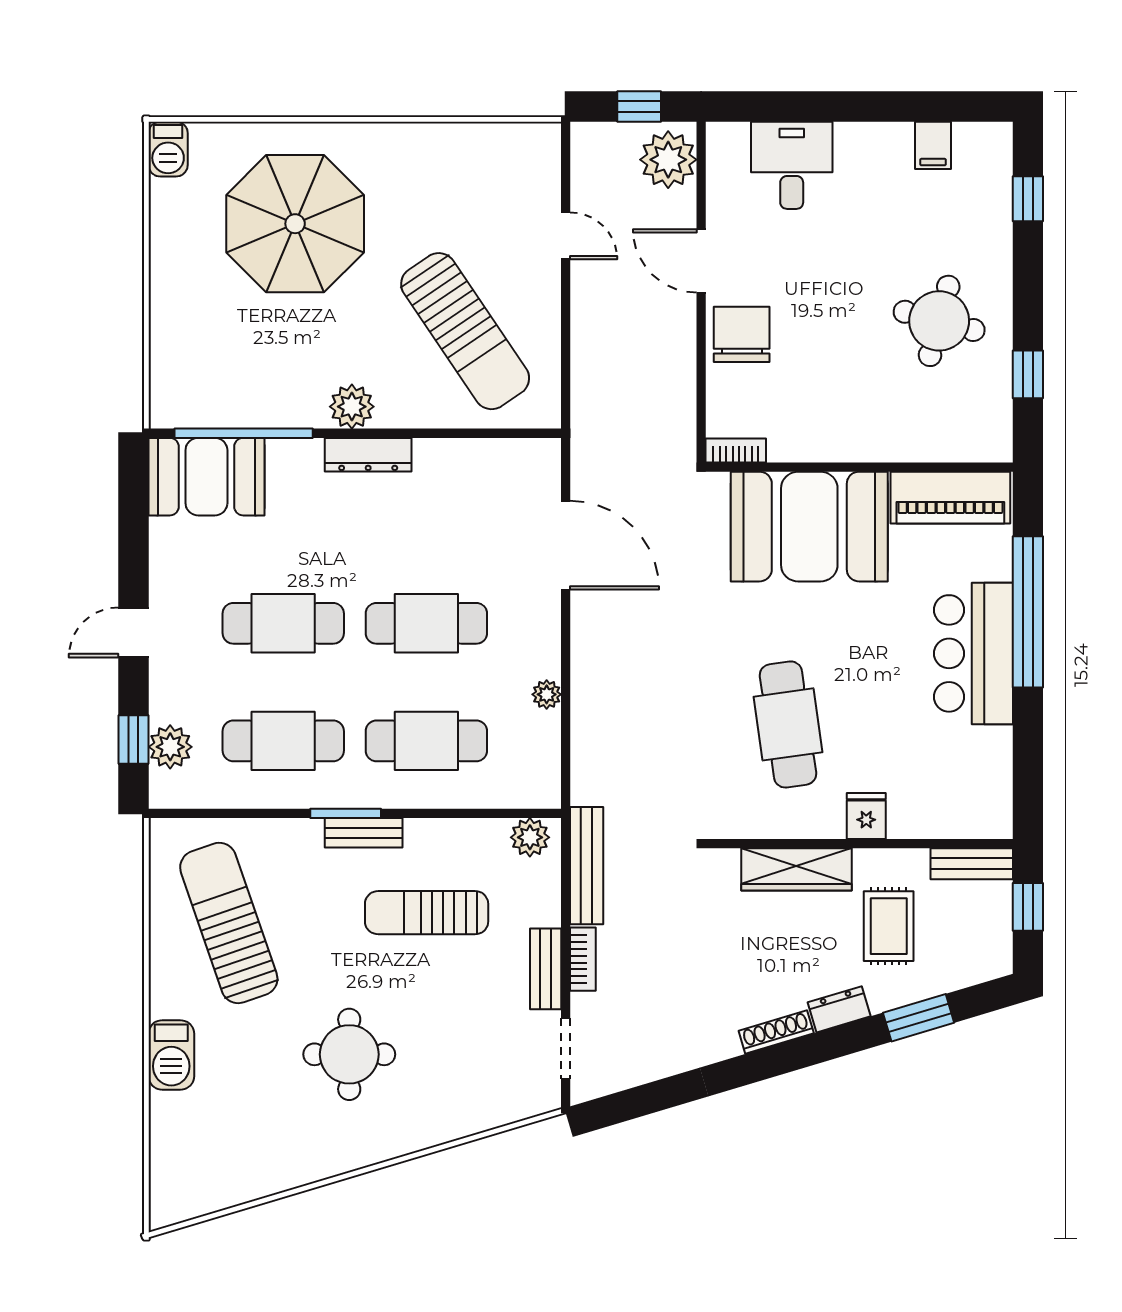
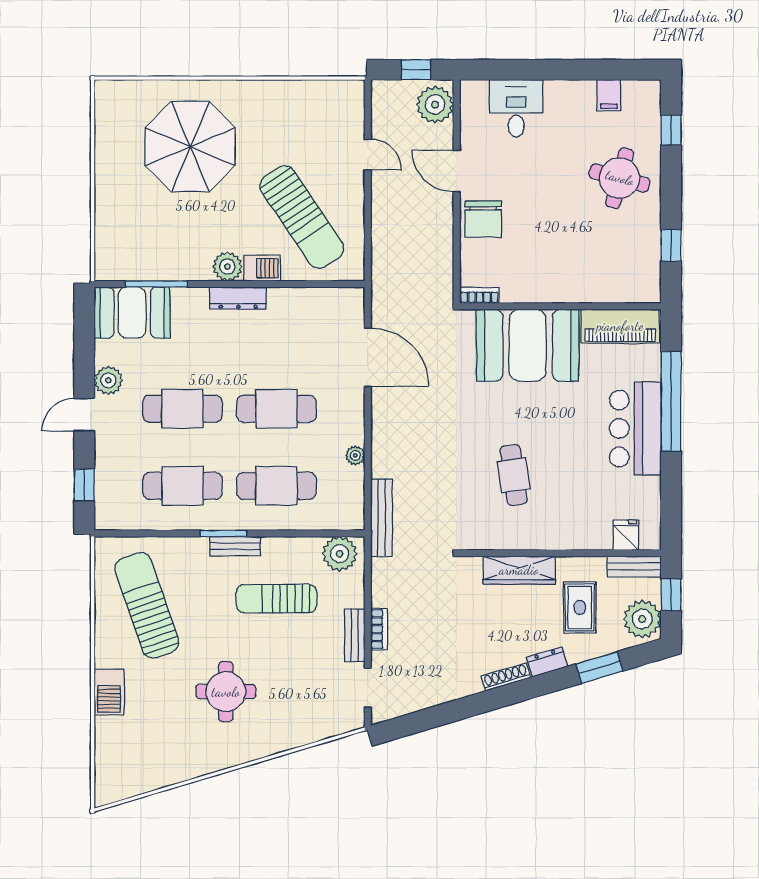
barbecue: (168, 149) -> (262, 268), moved, turned -90
round table: (939, 321) -> (620, 178), moved
chair: (742, 334) -> (483, 219), turned 180
window: (244, 433) -> (157, 284), width x0.68
cafe table: (788, 724) -> (514, 475), width x0.73, depth x0.74
plant: (170, 747) -> (108, 380), moved
fridge: (866, 816) -> (626, 535), moved
plant: (530, 837) -> (340, 554), width x1.36, depth x1.36
bench: (587, 866) -> (381, 518), moved
plant: (984, 944) -> (642, 619), added

